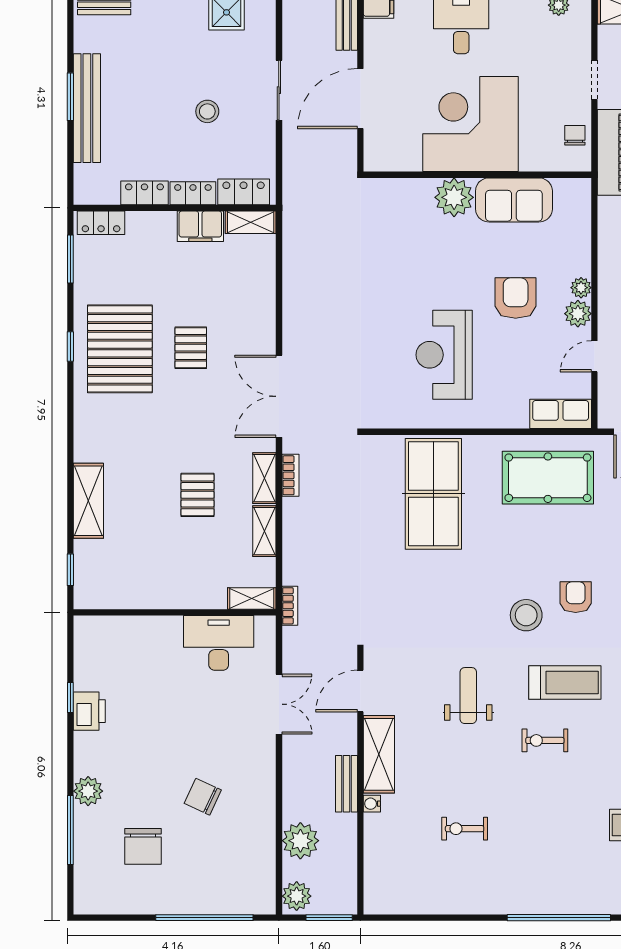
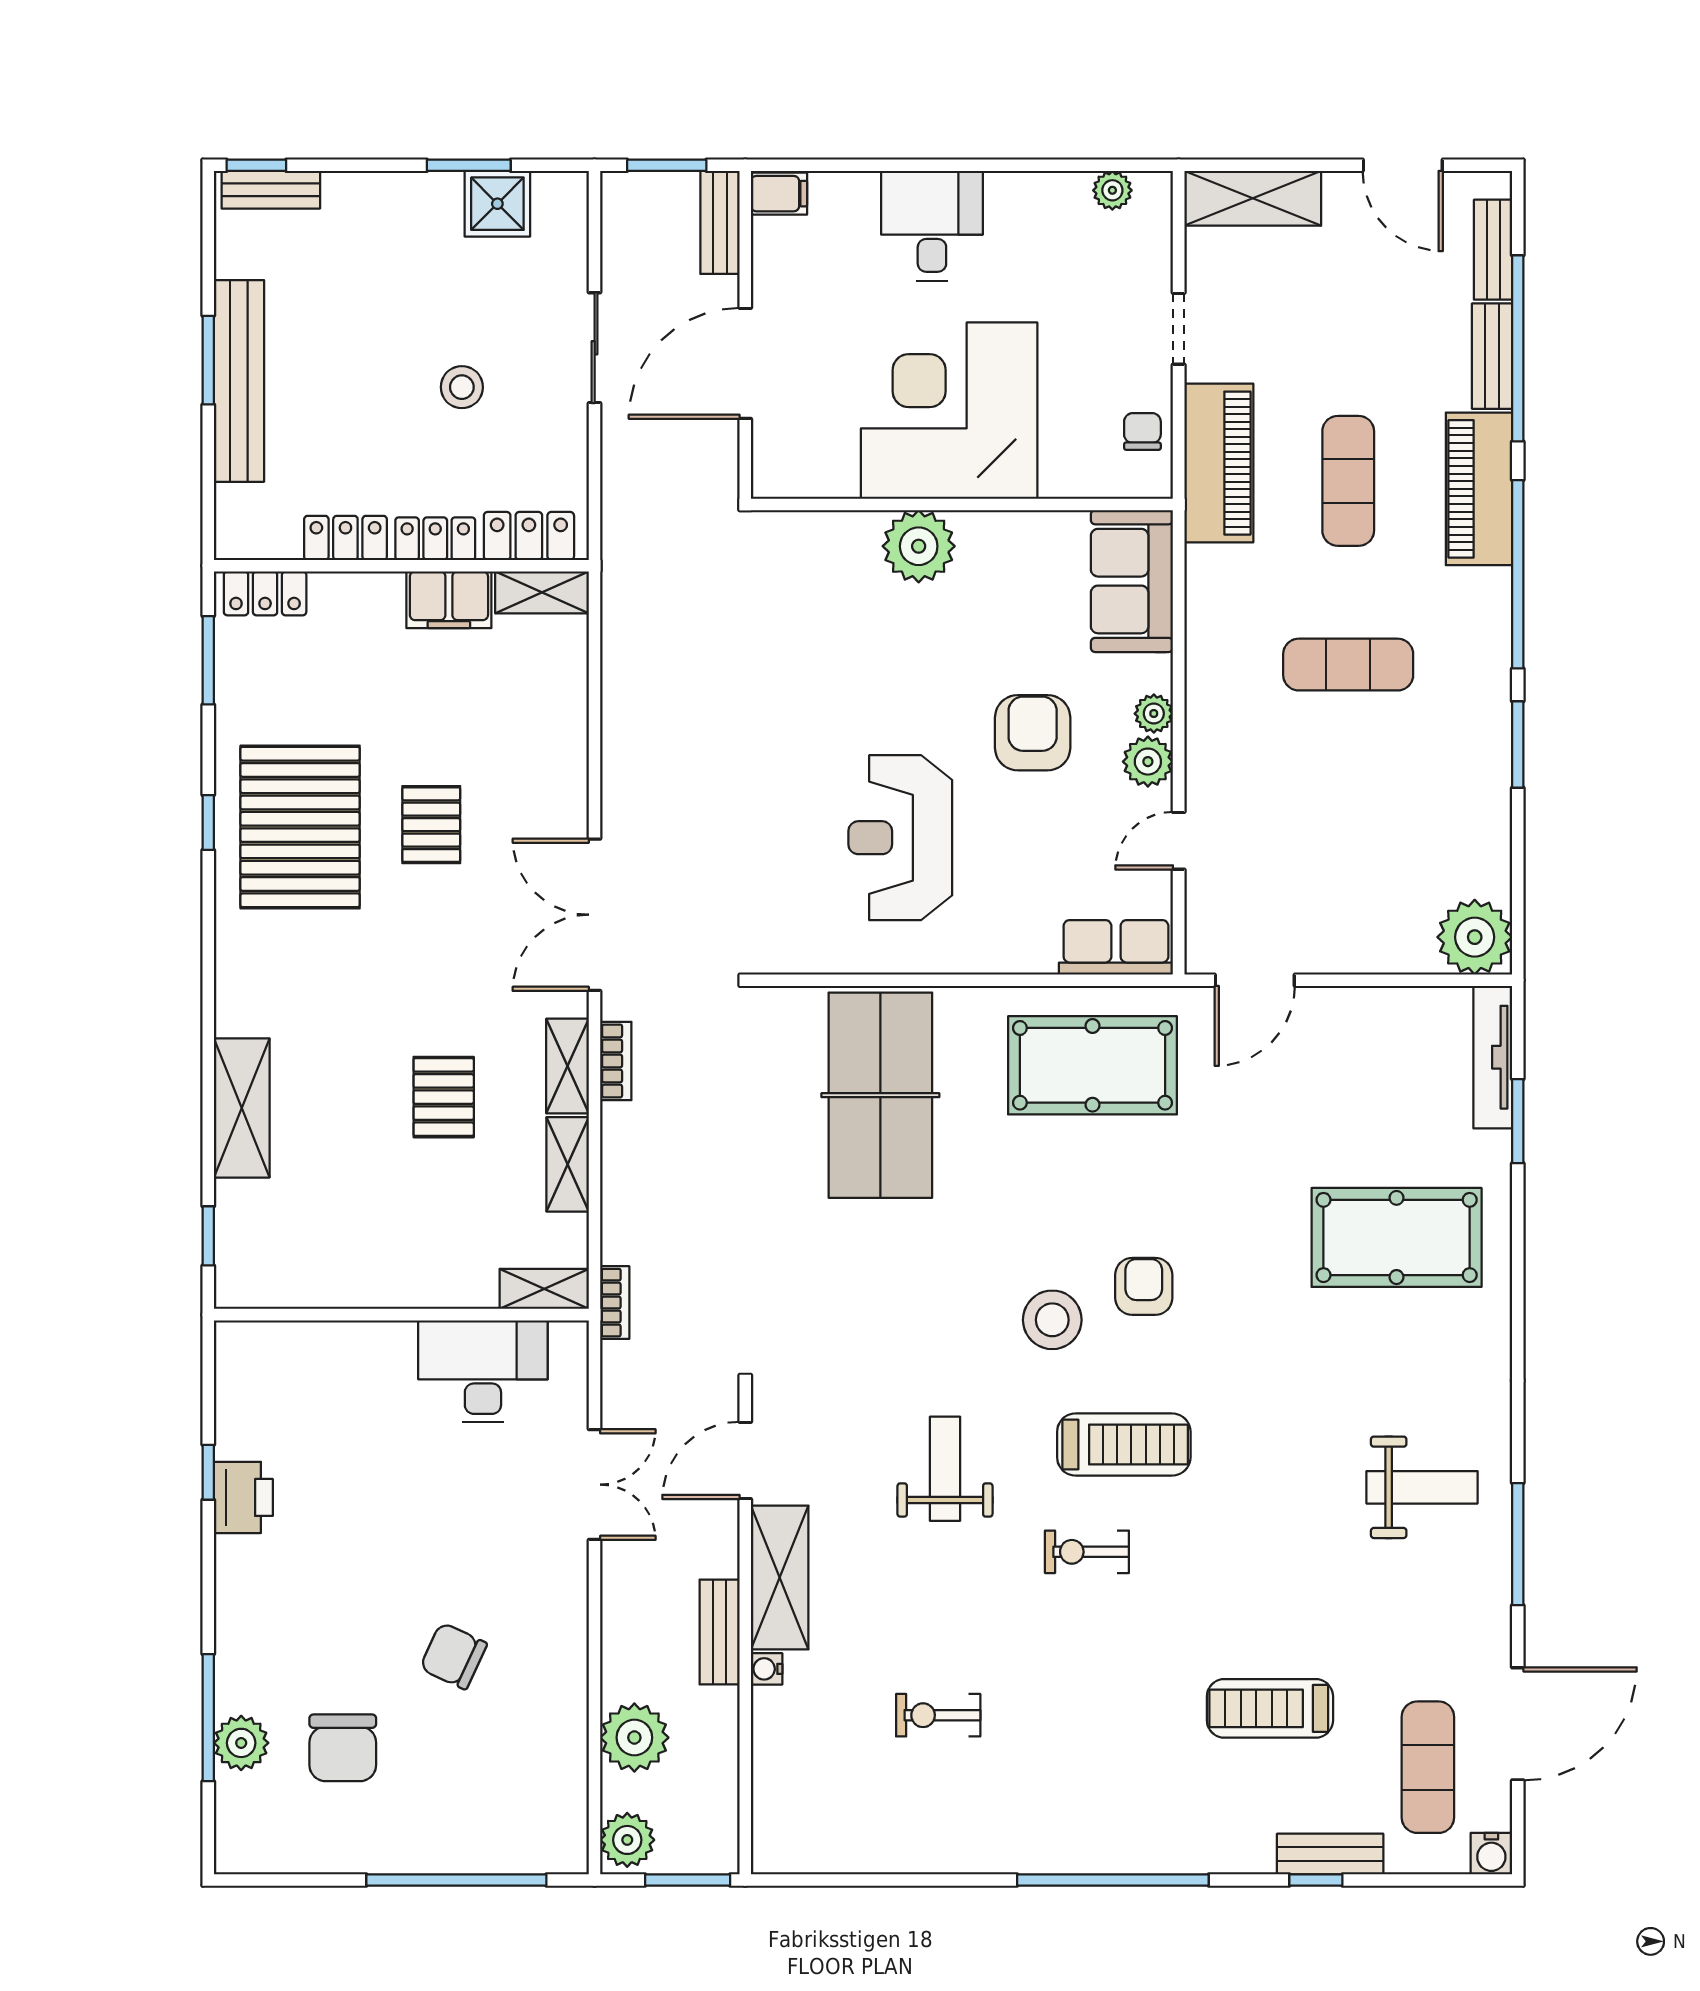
sofa: (514, 200) -> (1132, 581), moved, turned 90
plant: (88, 791) -> (241, 1743), moved

